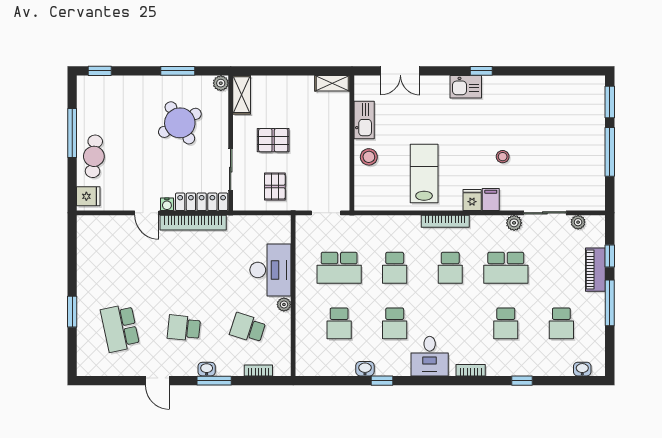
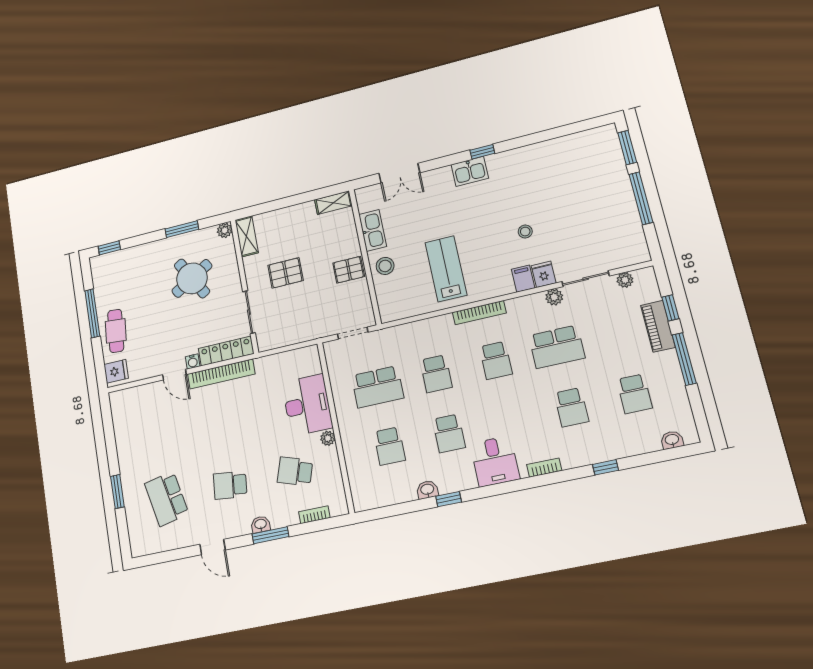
pallet: (275, 186) -> (349, 270), moved, turned 90
fridge: (472, 200) -> (544, 274), moved

